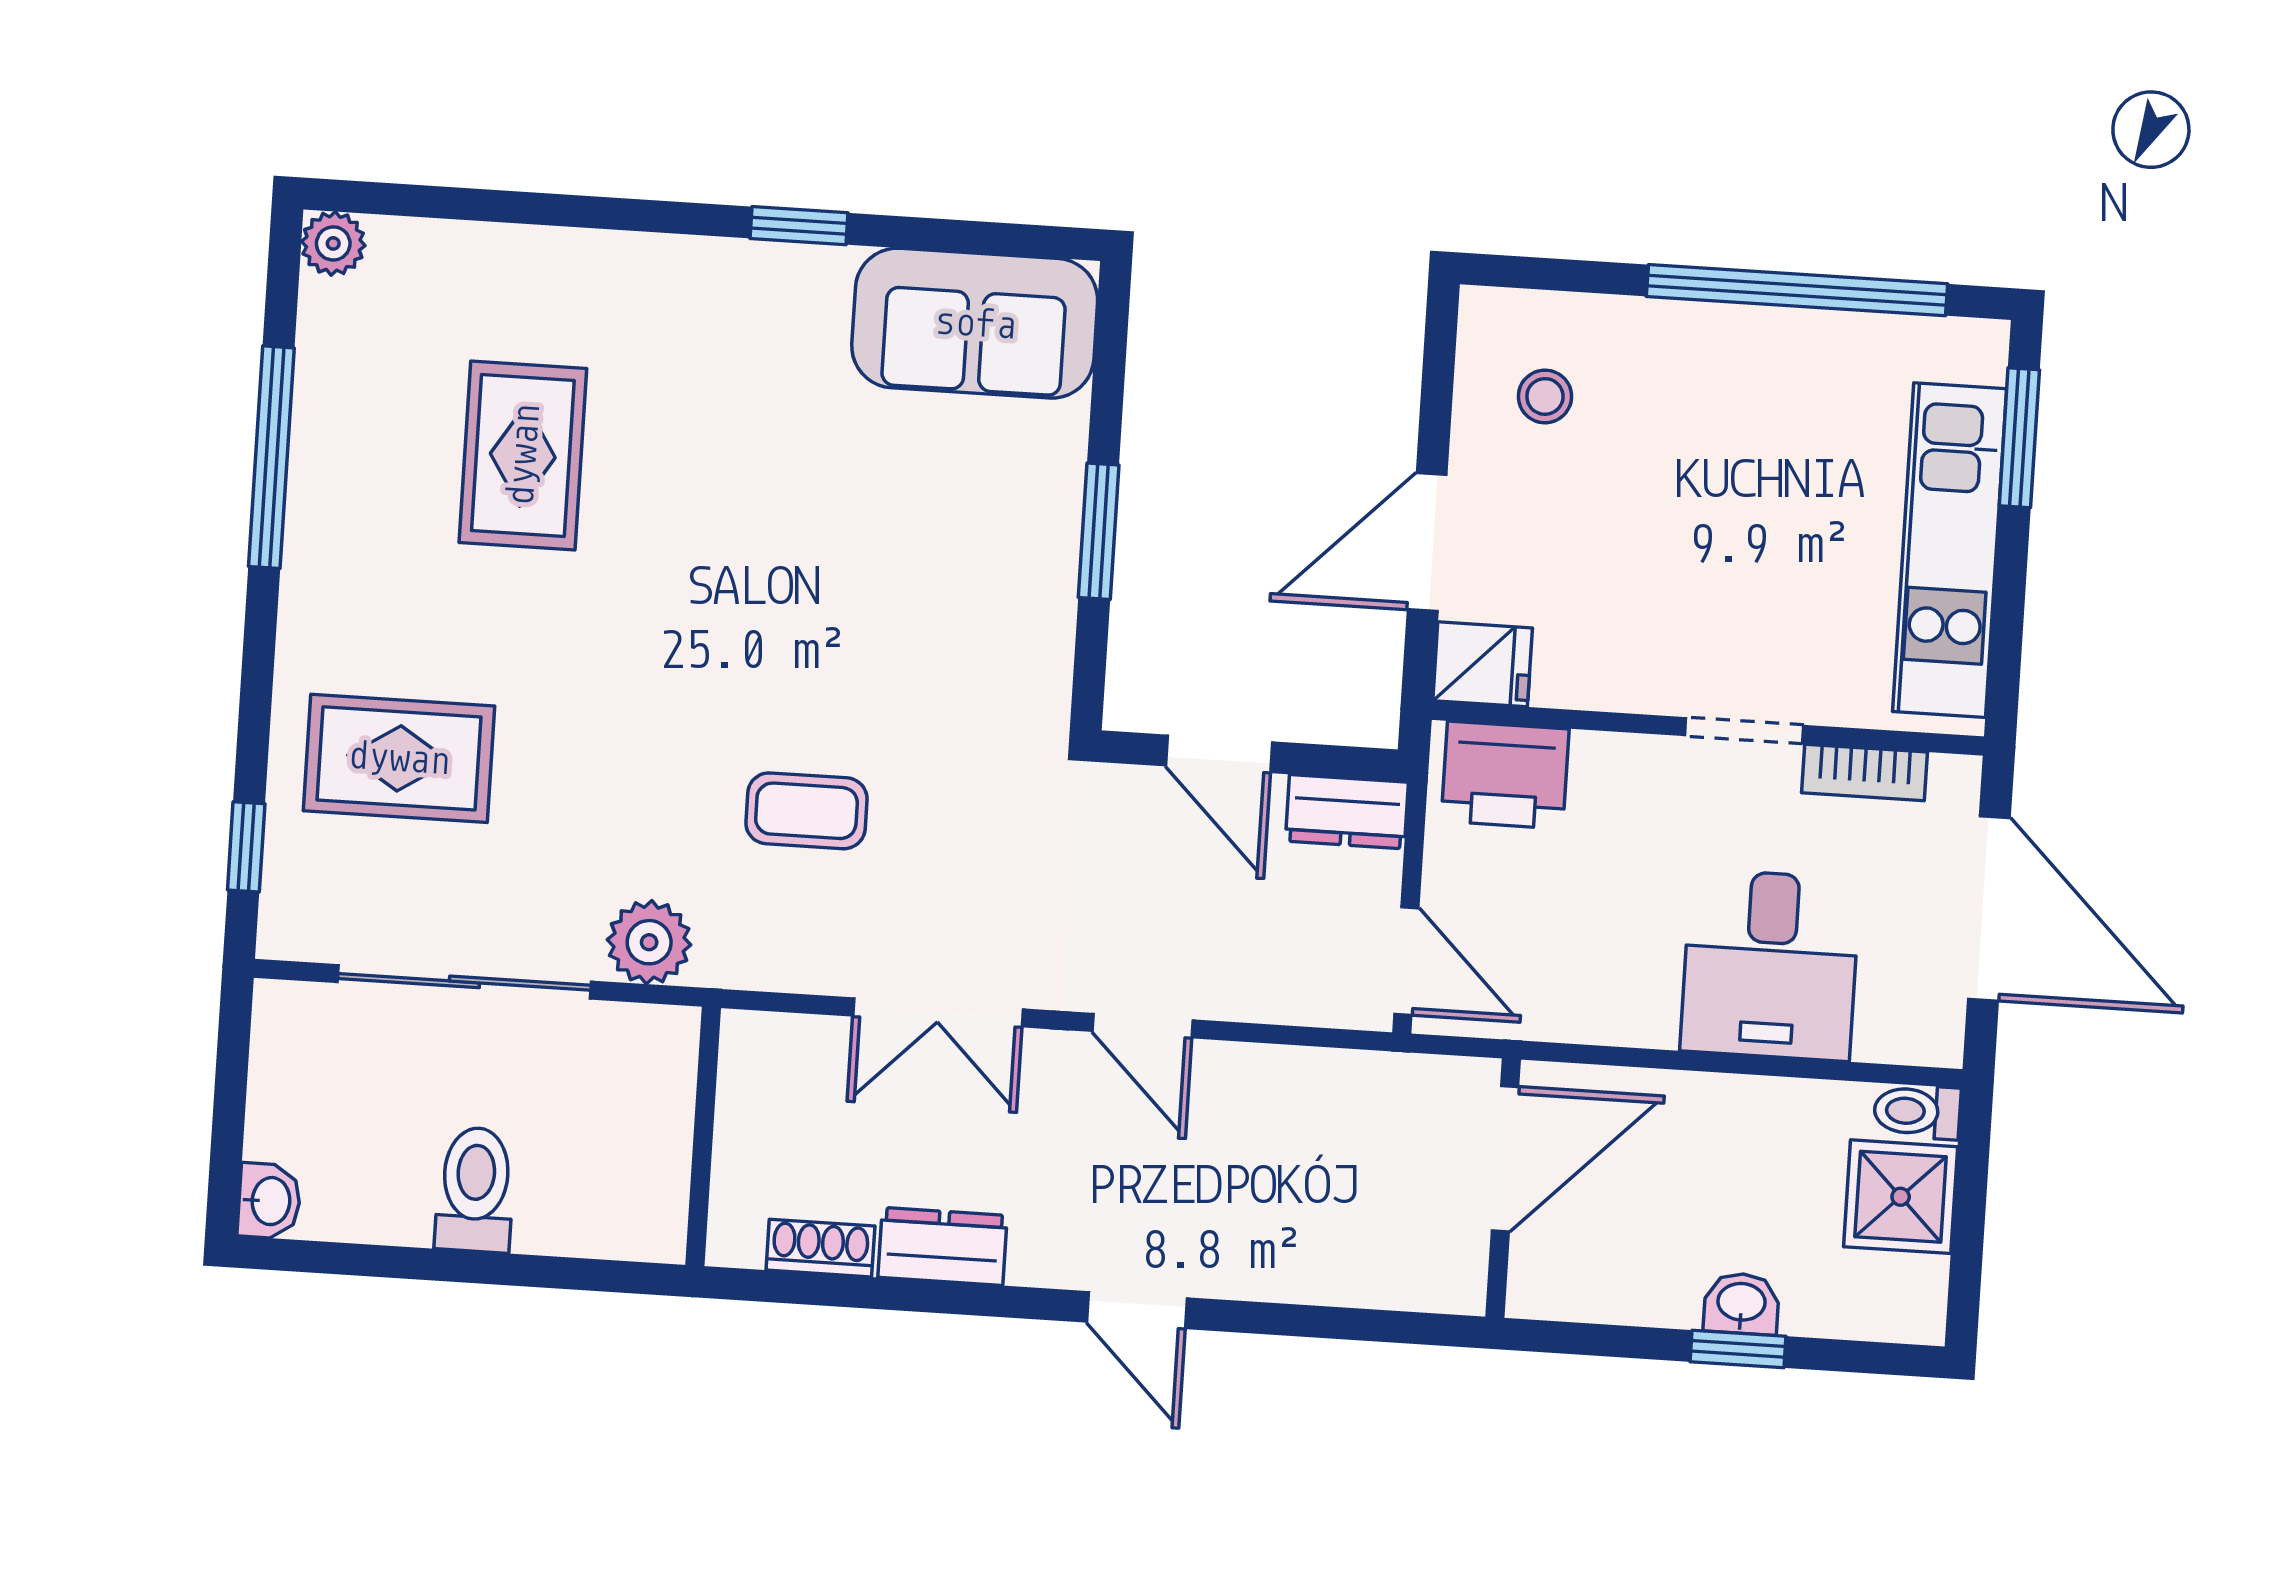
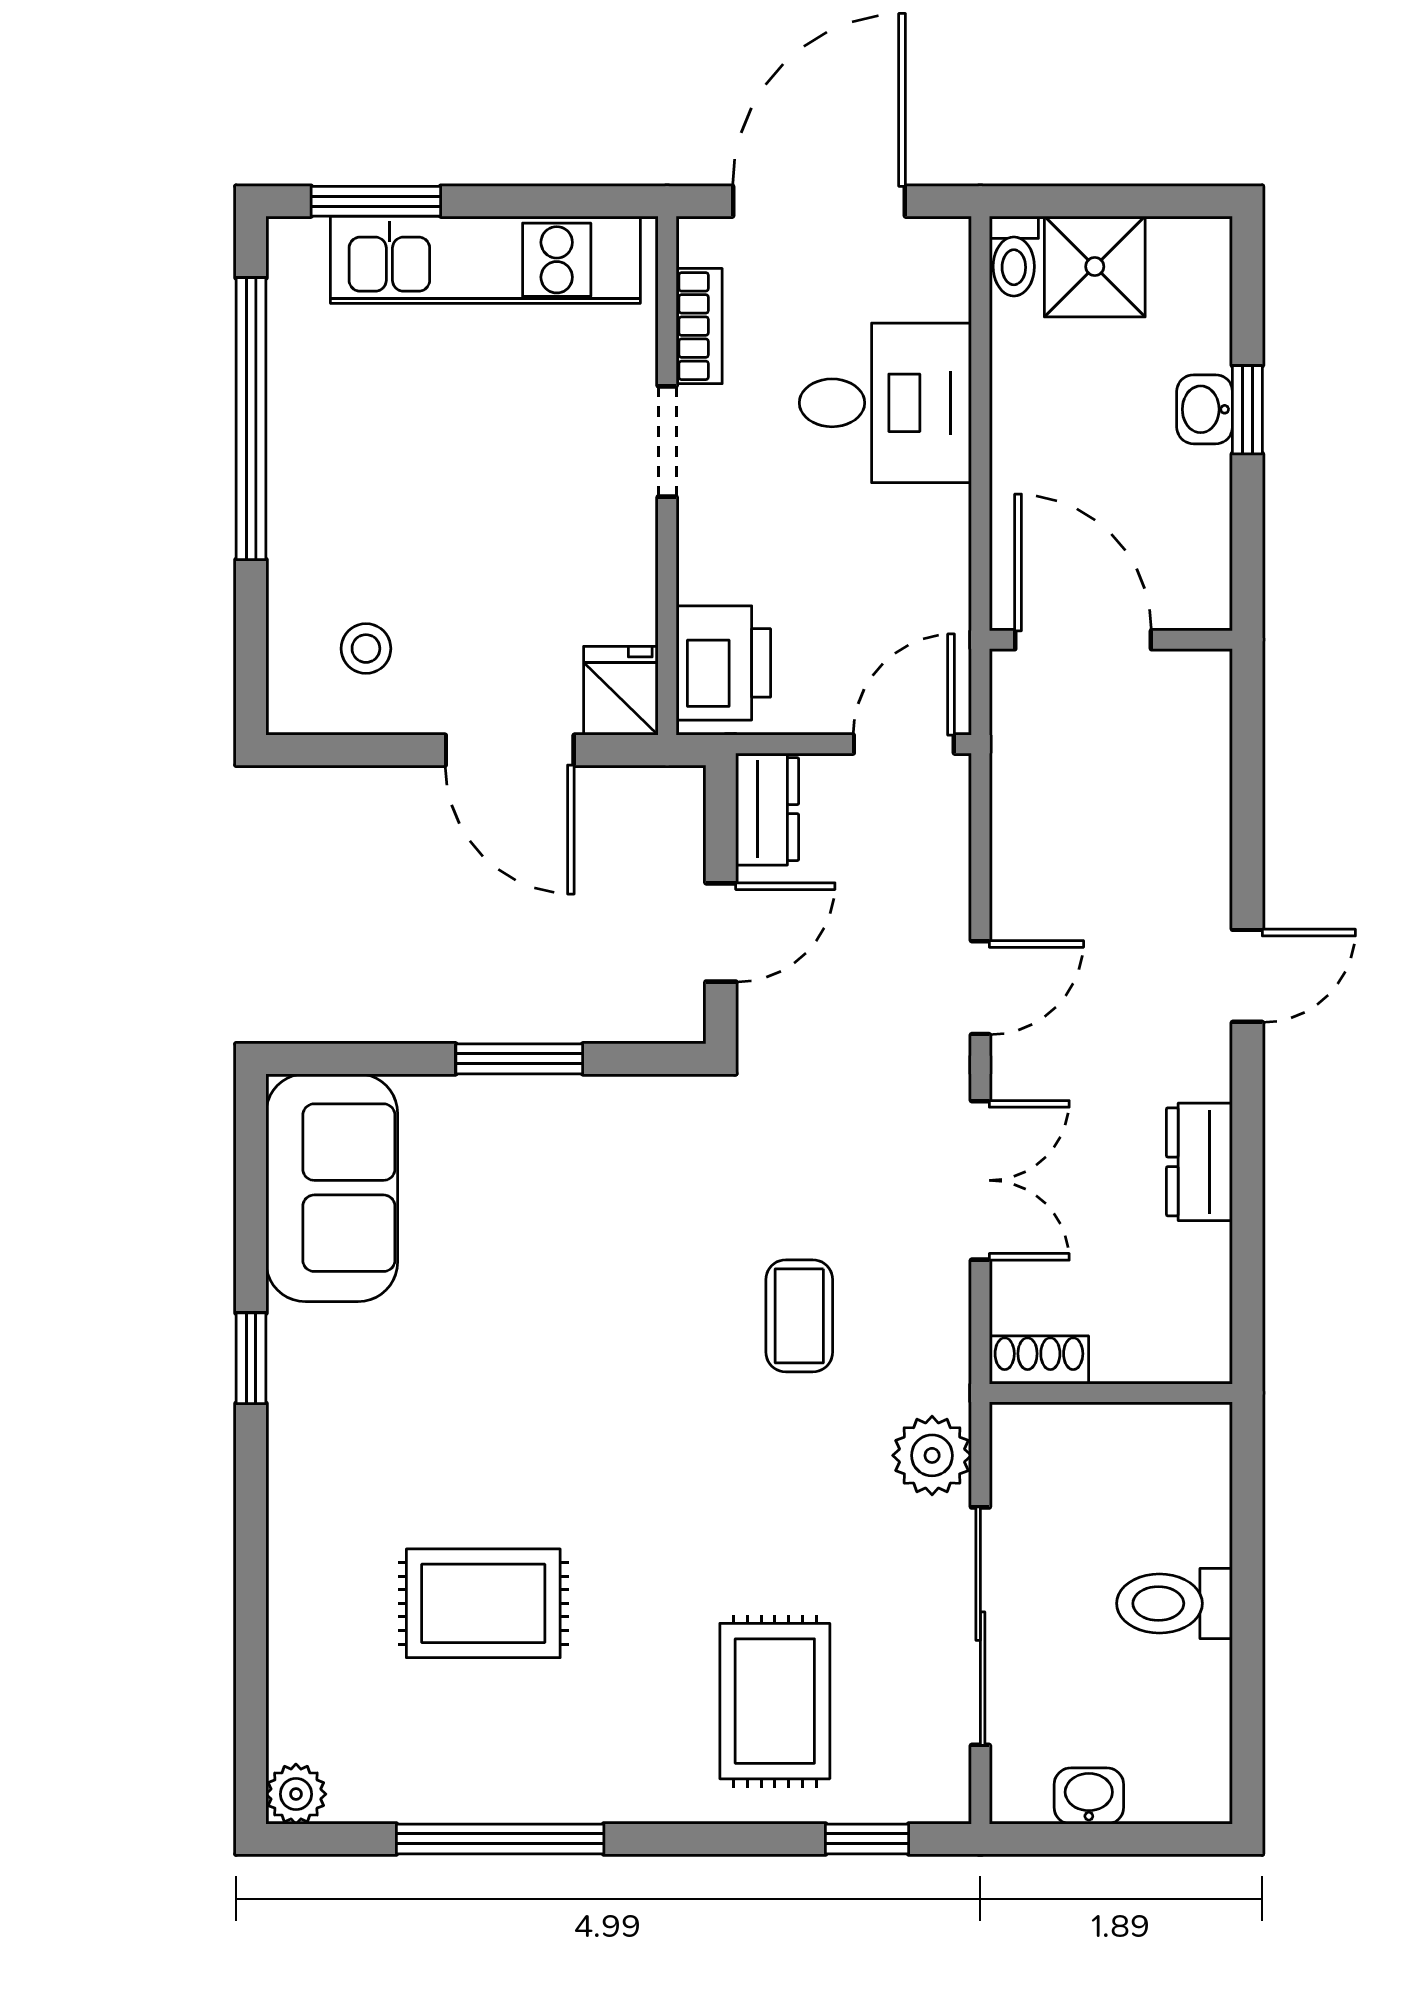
washbasin: (269, 1201) -> (1089, 1796), moved
shoe rack: (820, 1248) -> (1039, 1360), moved, turned 90

